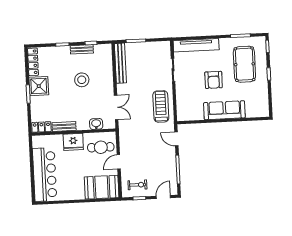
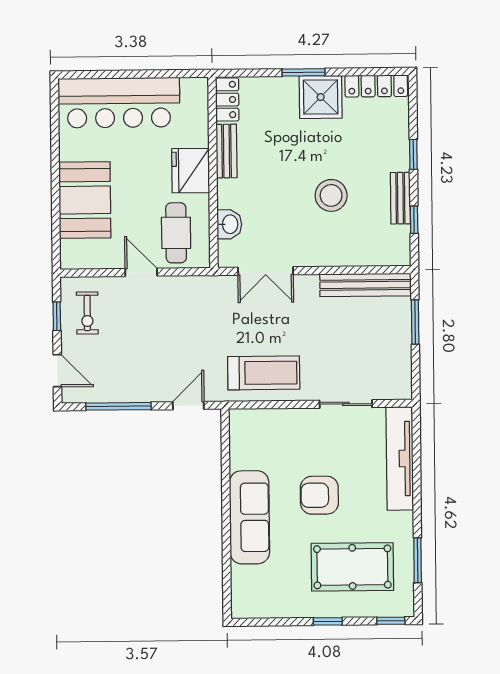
booth: (102, 187) -> (85, 200), moved

